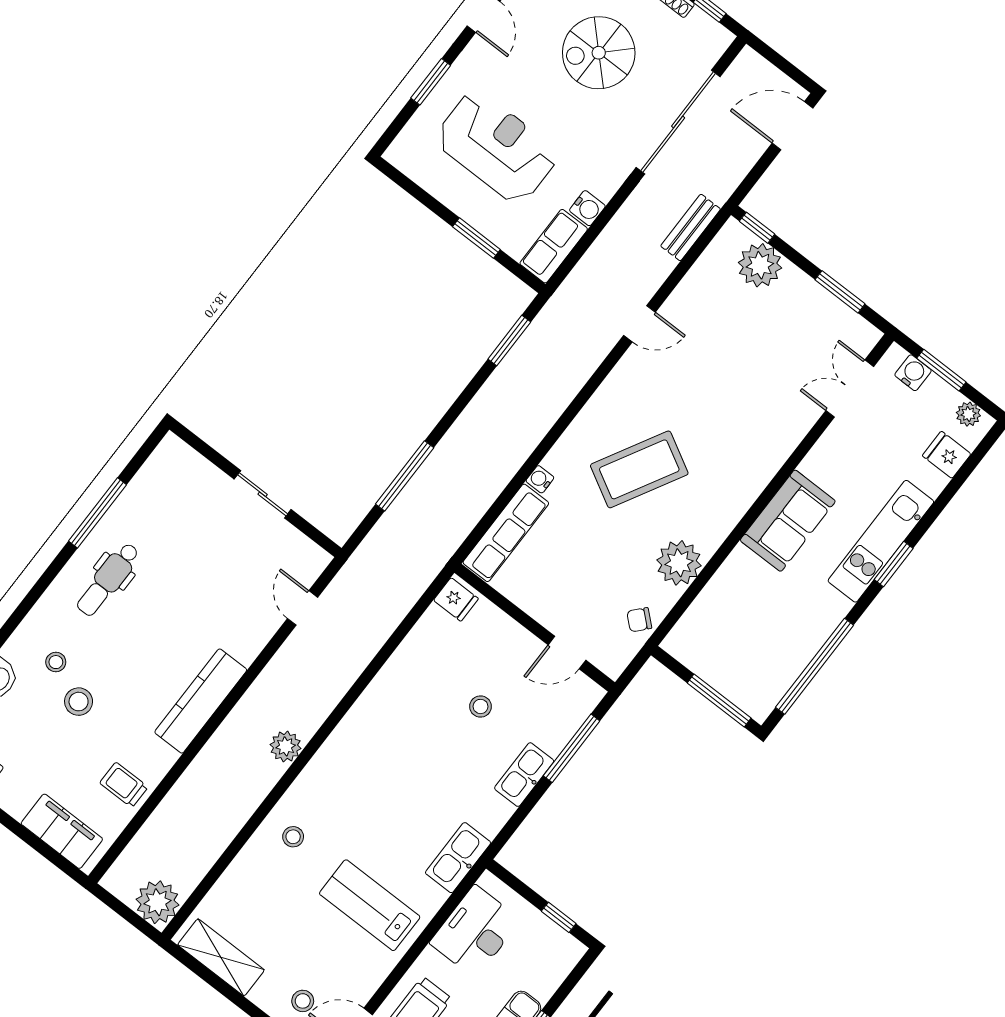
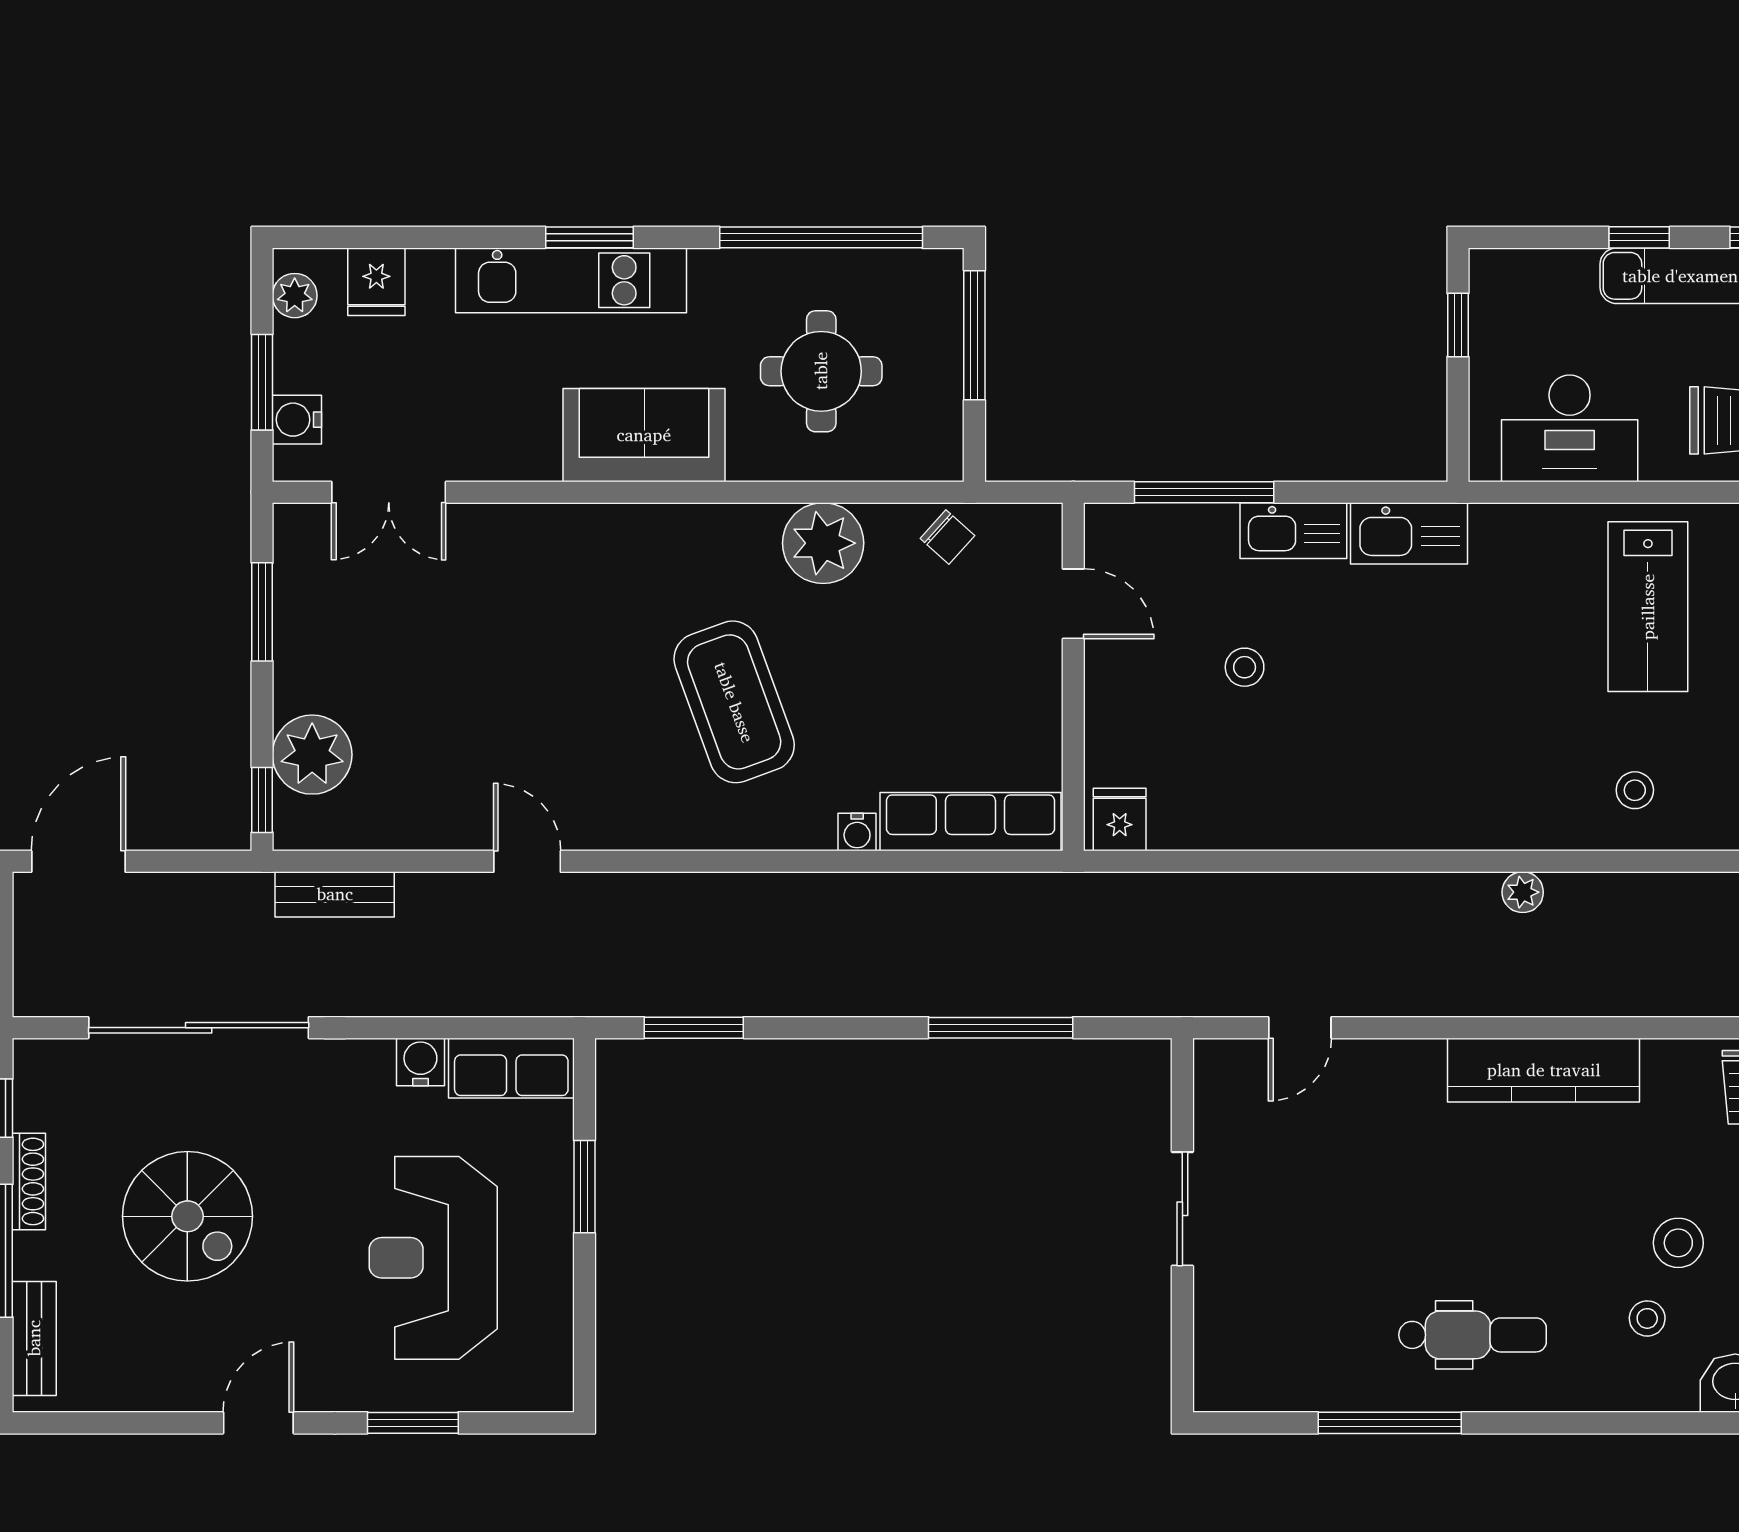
door: (793, 126) -> (78, 861), swing flipped
coffee table: (639, 469) -> (734, 702), turned 41
round table: (755, 621) -> (821, 371), added
plant: (286, 746) -> (1523, 892), width x0.73, depth x0.73
kitchen sink: (458, 858) -> (1409, 533), moved

